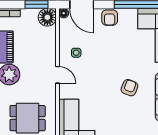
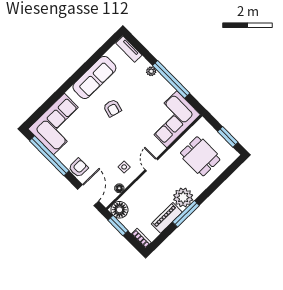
floor lamp: (64, 13) -> (119, 188), moved
armchair: (129, 88) -> (112, 108), turned -96

